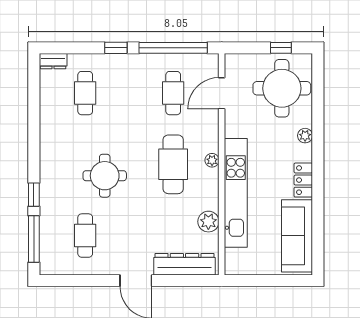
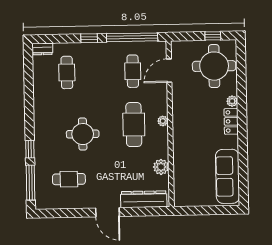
locker: (303, 180) -> (231, 121), moved
kitchen unit: (236, 193) -> (181, 145), removed
cafe table: (85, 236) -> (69, 179), turned 90

